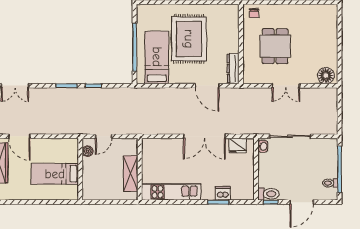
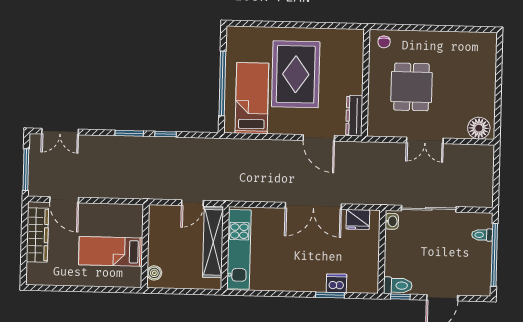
door: (104, 136) -> (192, 203), moved
boiler: (87, 151) -> (154, 273), moved
shelving: (131, 173) -> (213, 242), width x1.47
toilet: (330, 183) -> (482, 235), moved
kitchen unit: (171, 192) -> (239, 249), moved, turned 90

